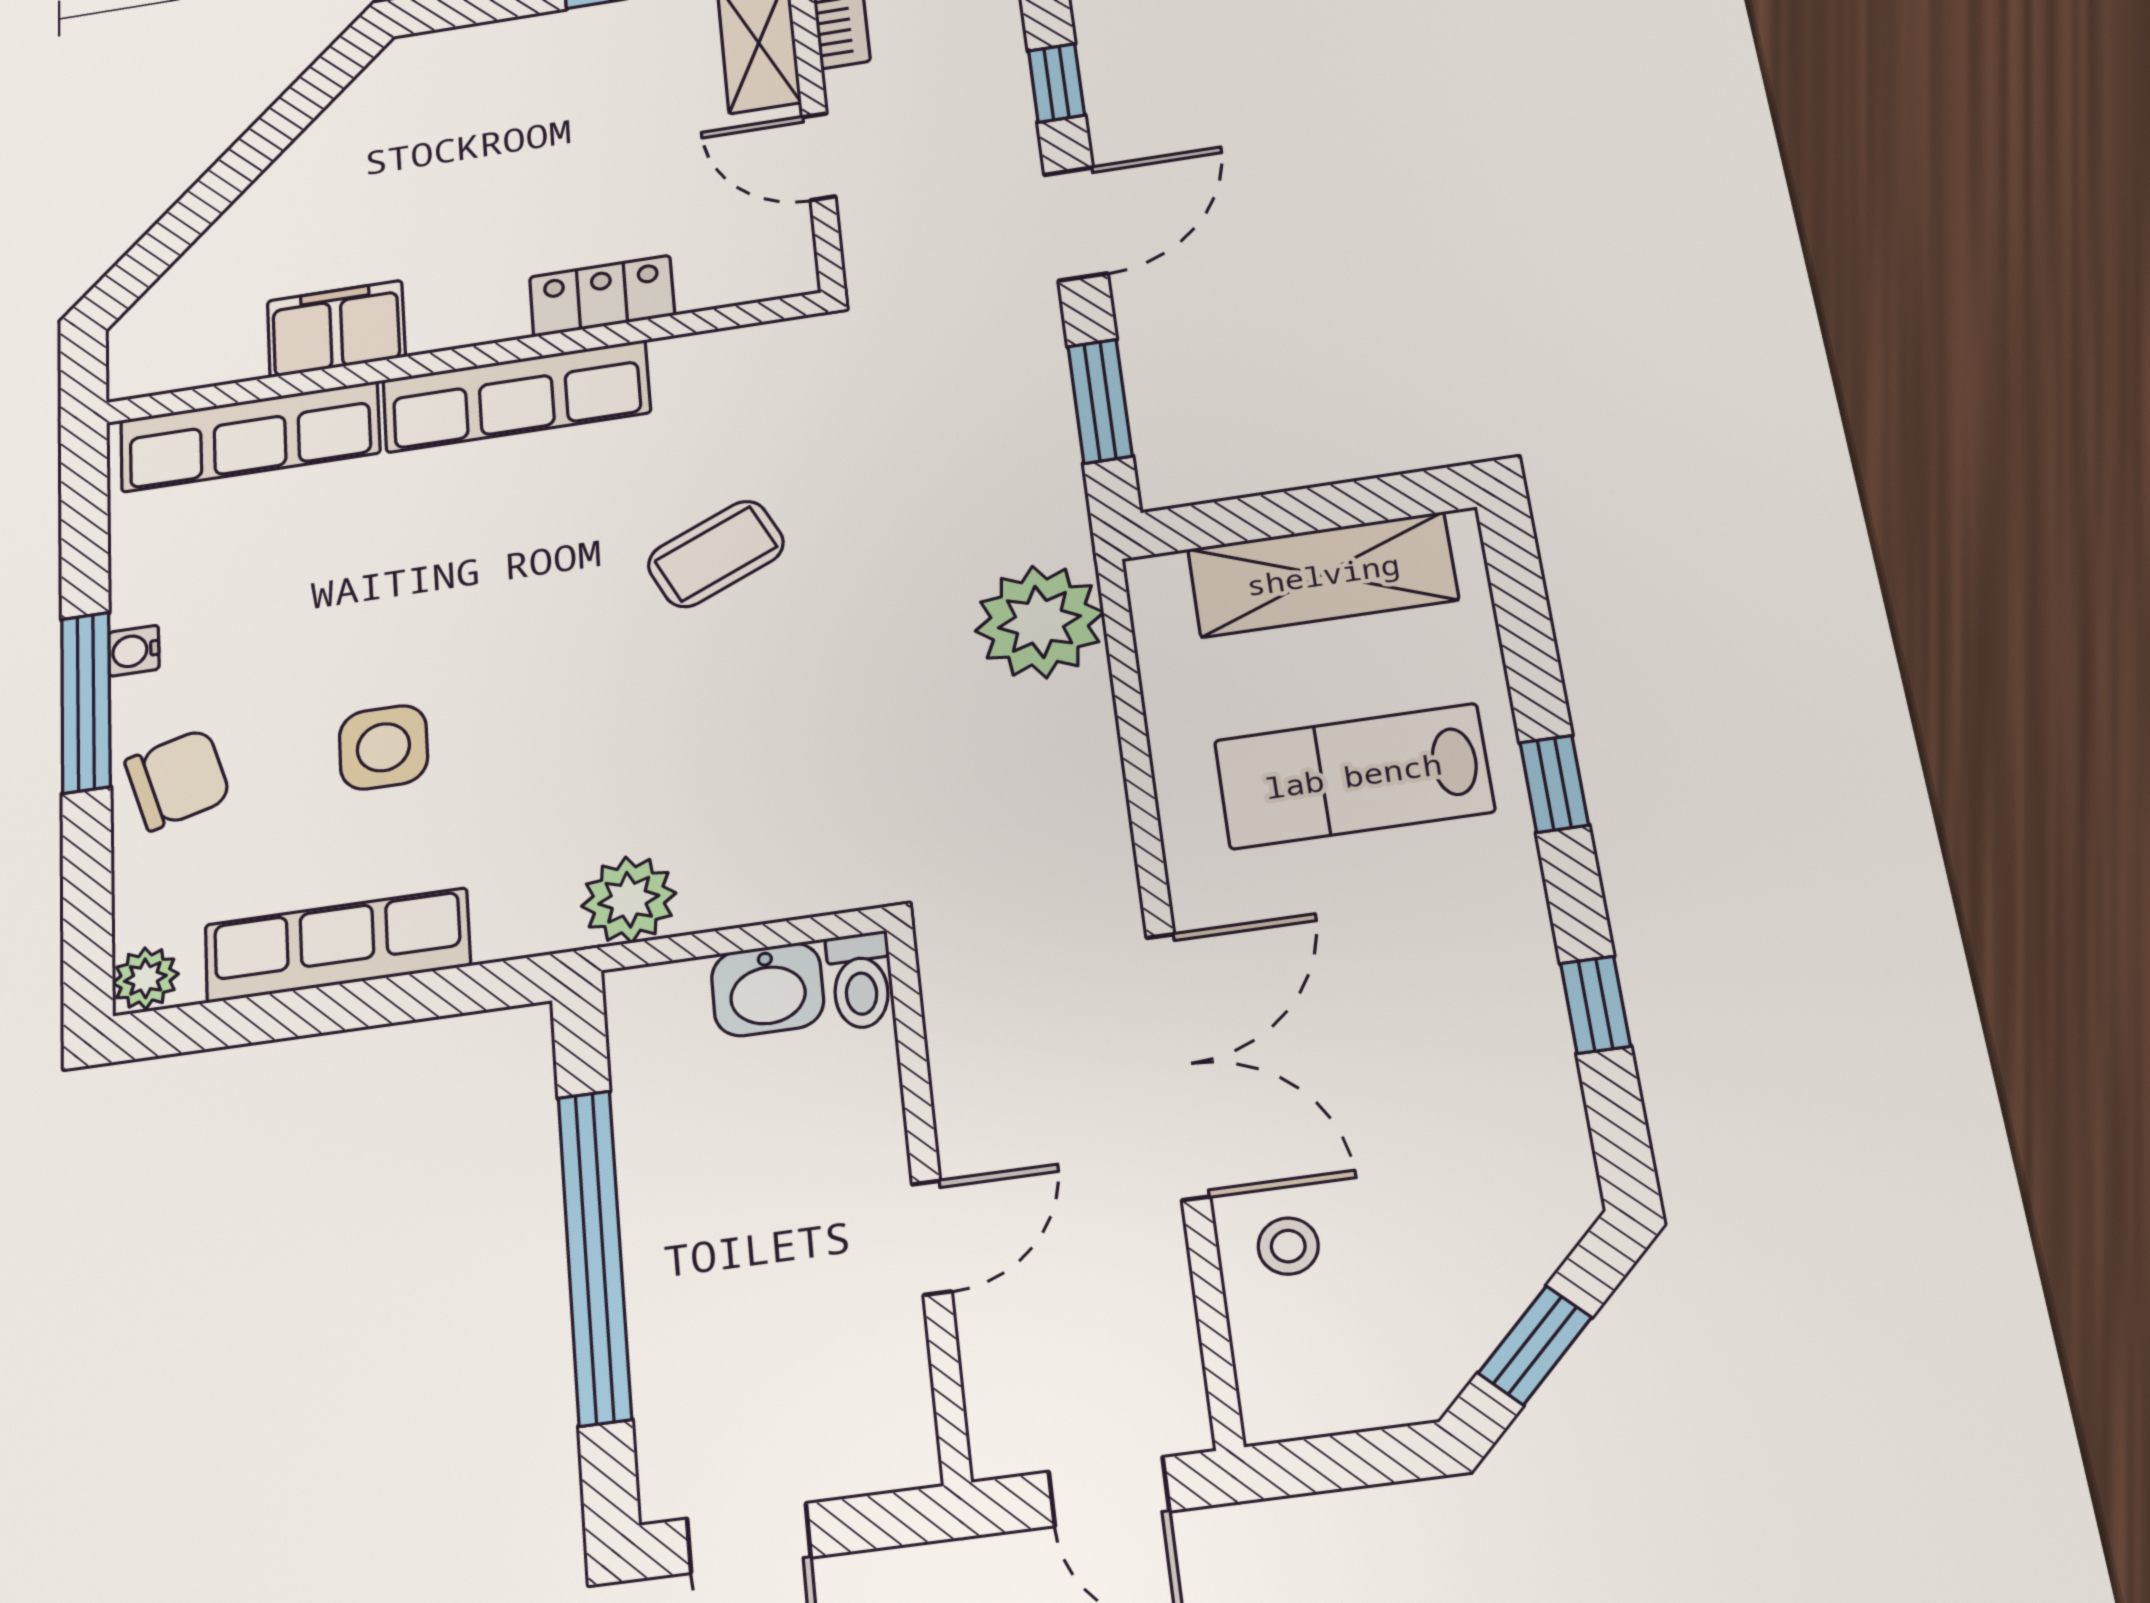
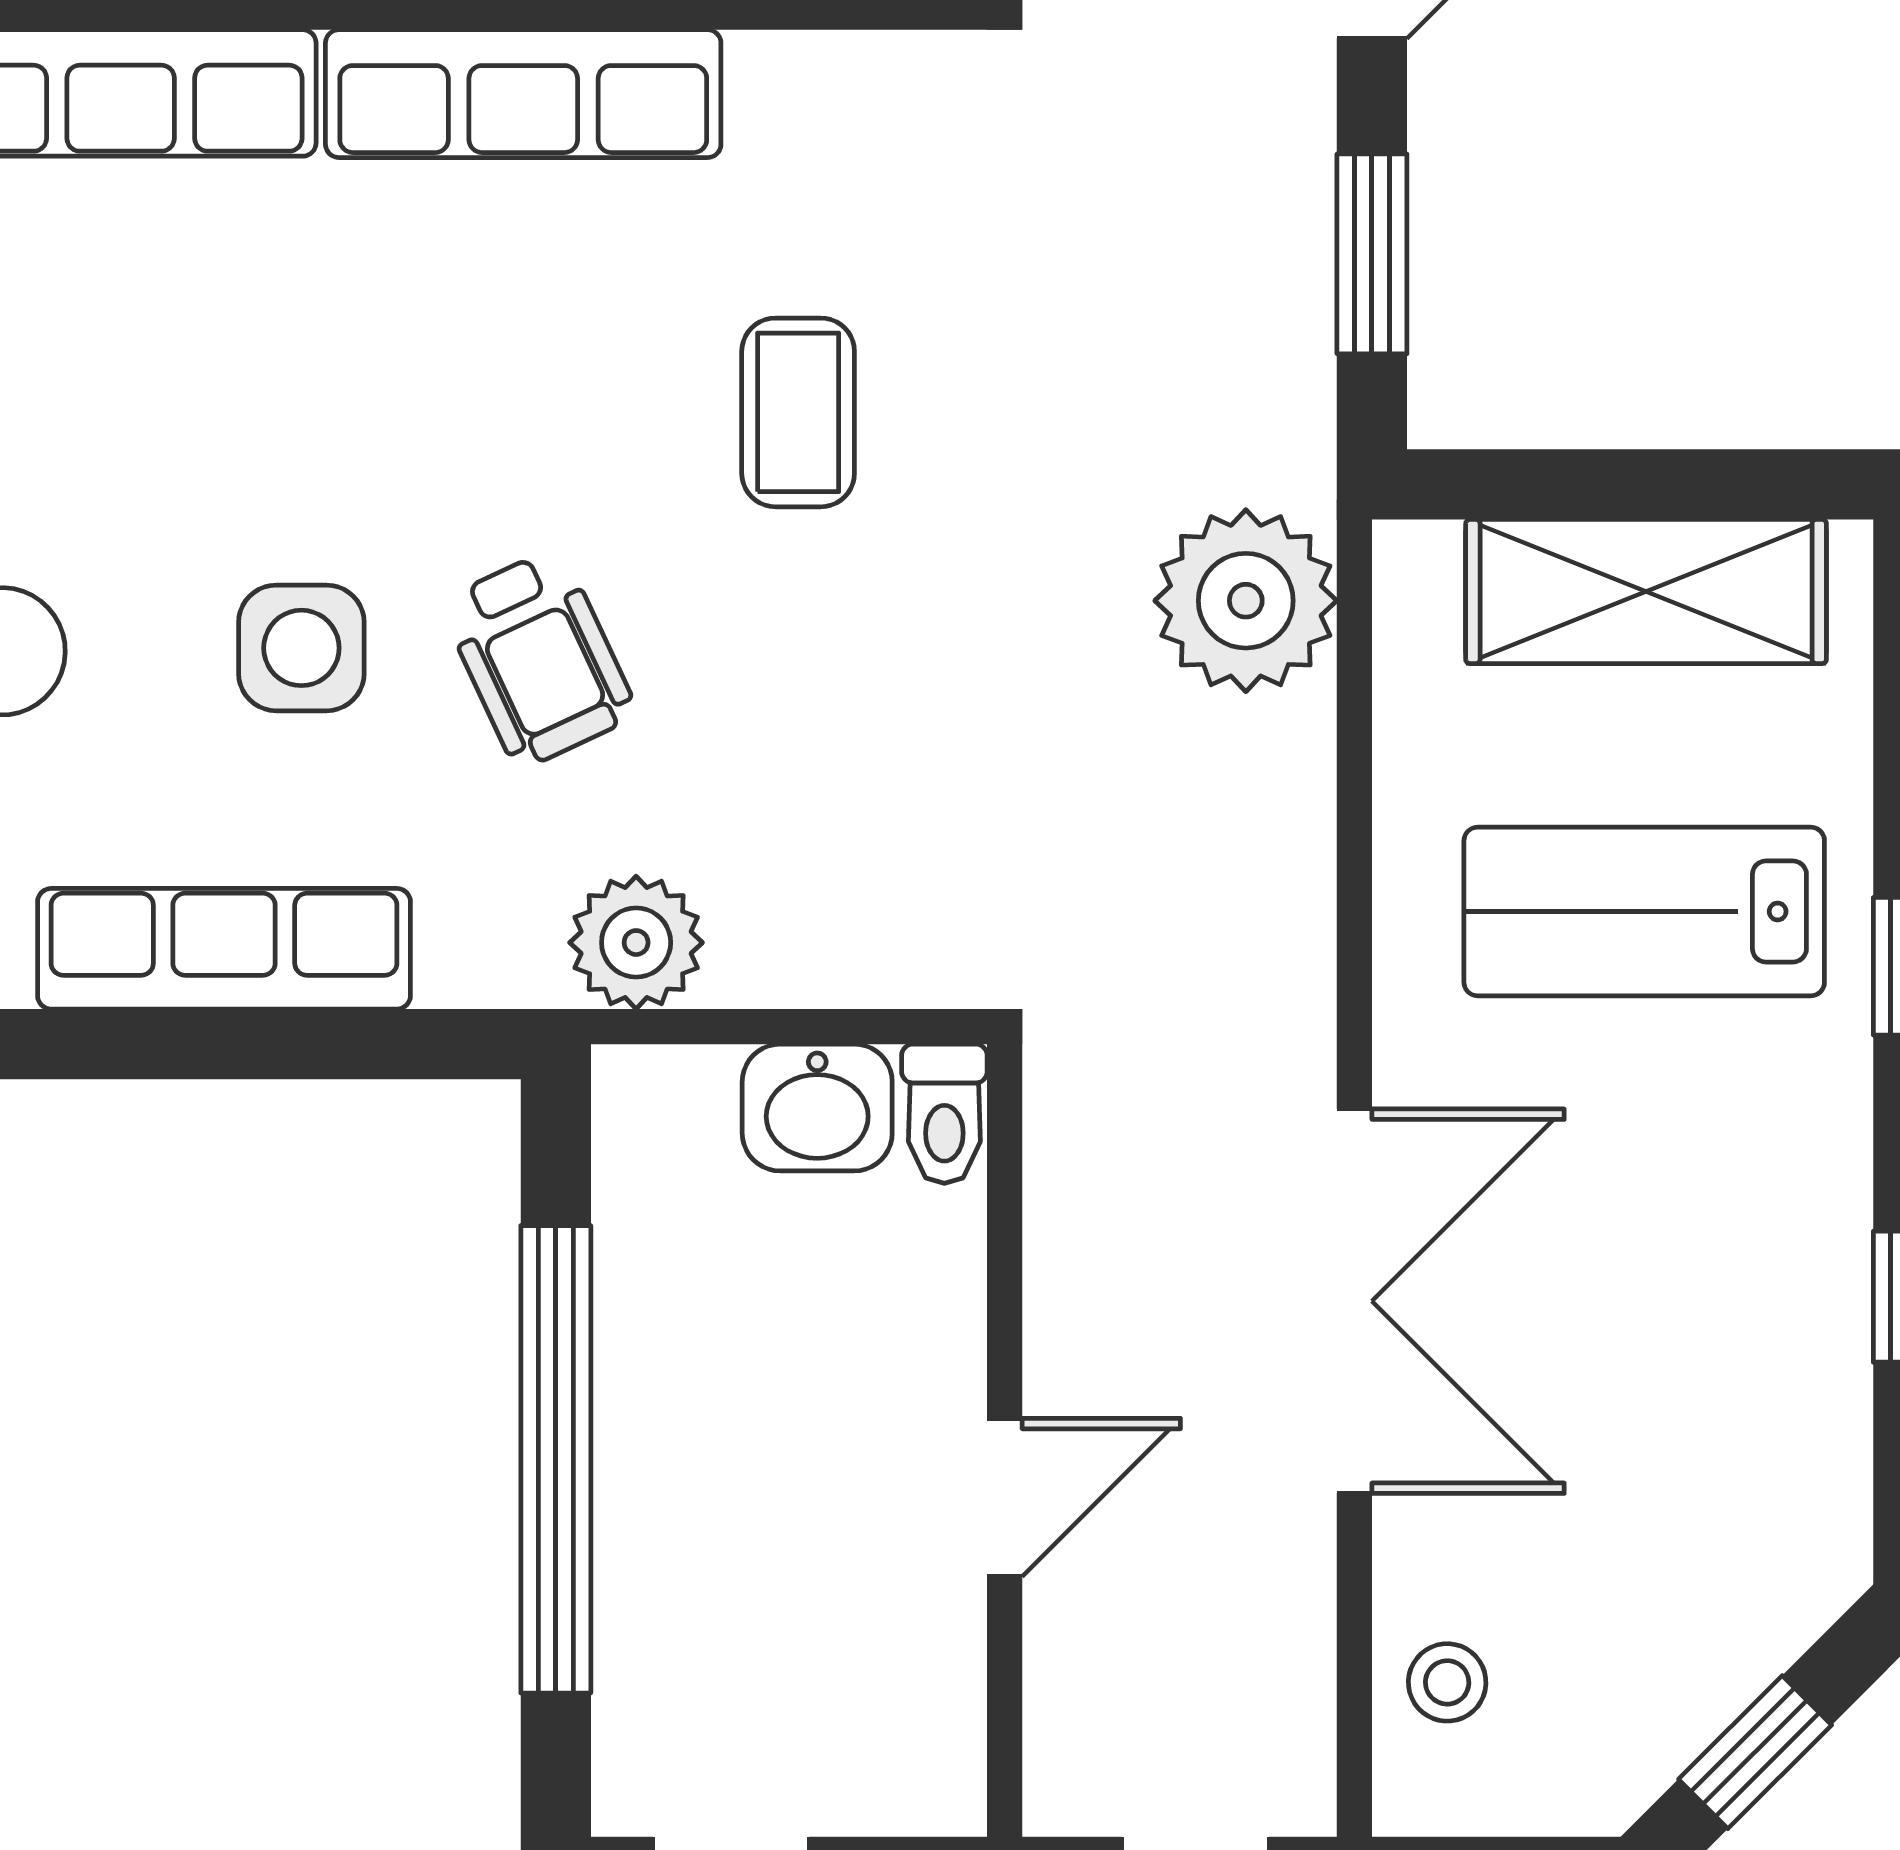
coffee table: (716, 554) -> (798, 412), turned -65
wheelchair: (548, 730) -> (539, 658), added
stool: (1288, 1246) -> (1447, 1682), moved

